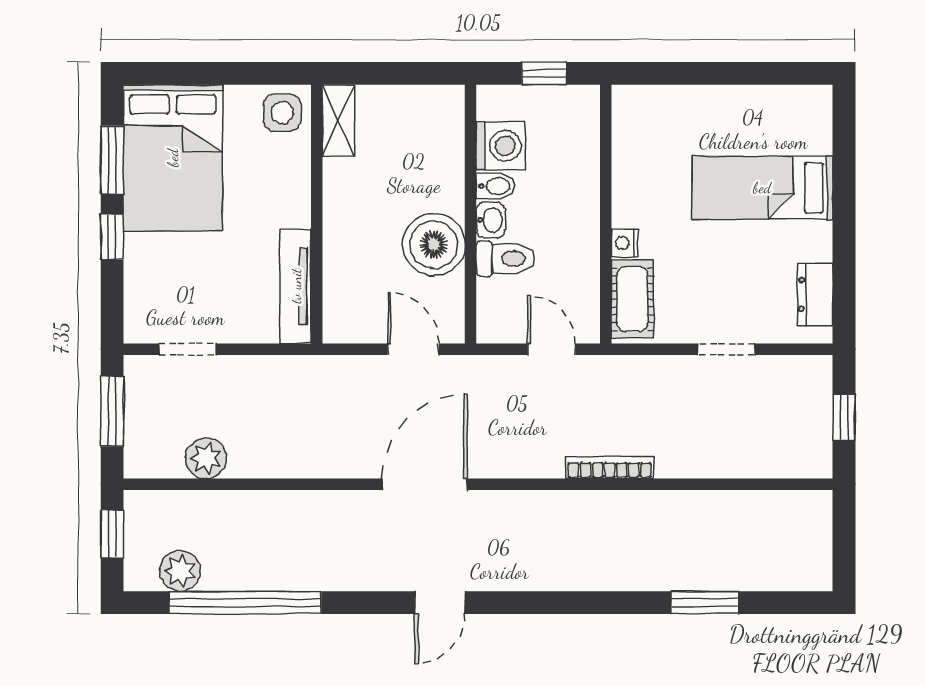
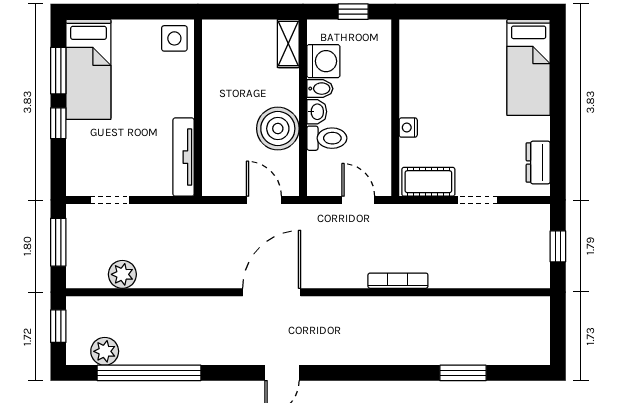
shelving: (338, 121) -> (288, 44), moved
bed: (173, 158) -> (88, 69), width x0.67
bed: (762, 188) -> (529, 67), moved, turned -90
cot: (632, 299) -> (428, 182), moved, turned 90

